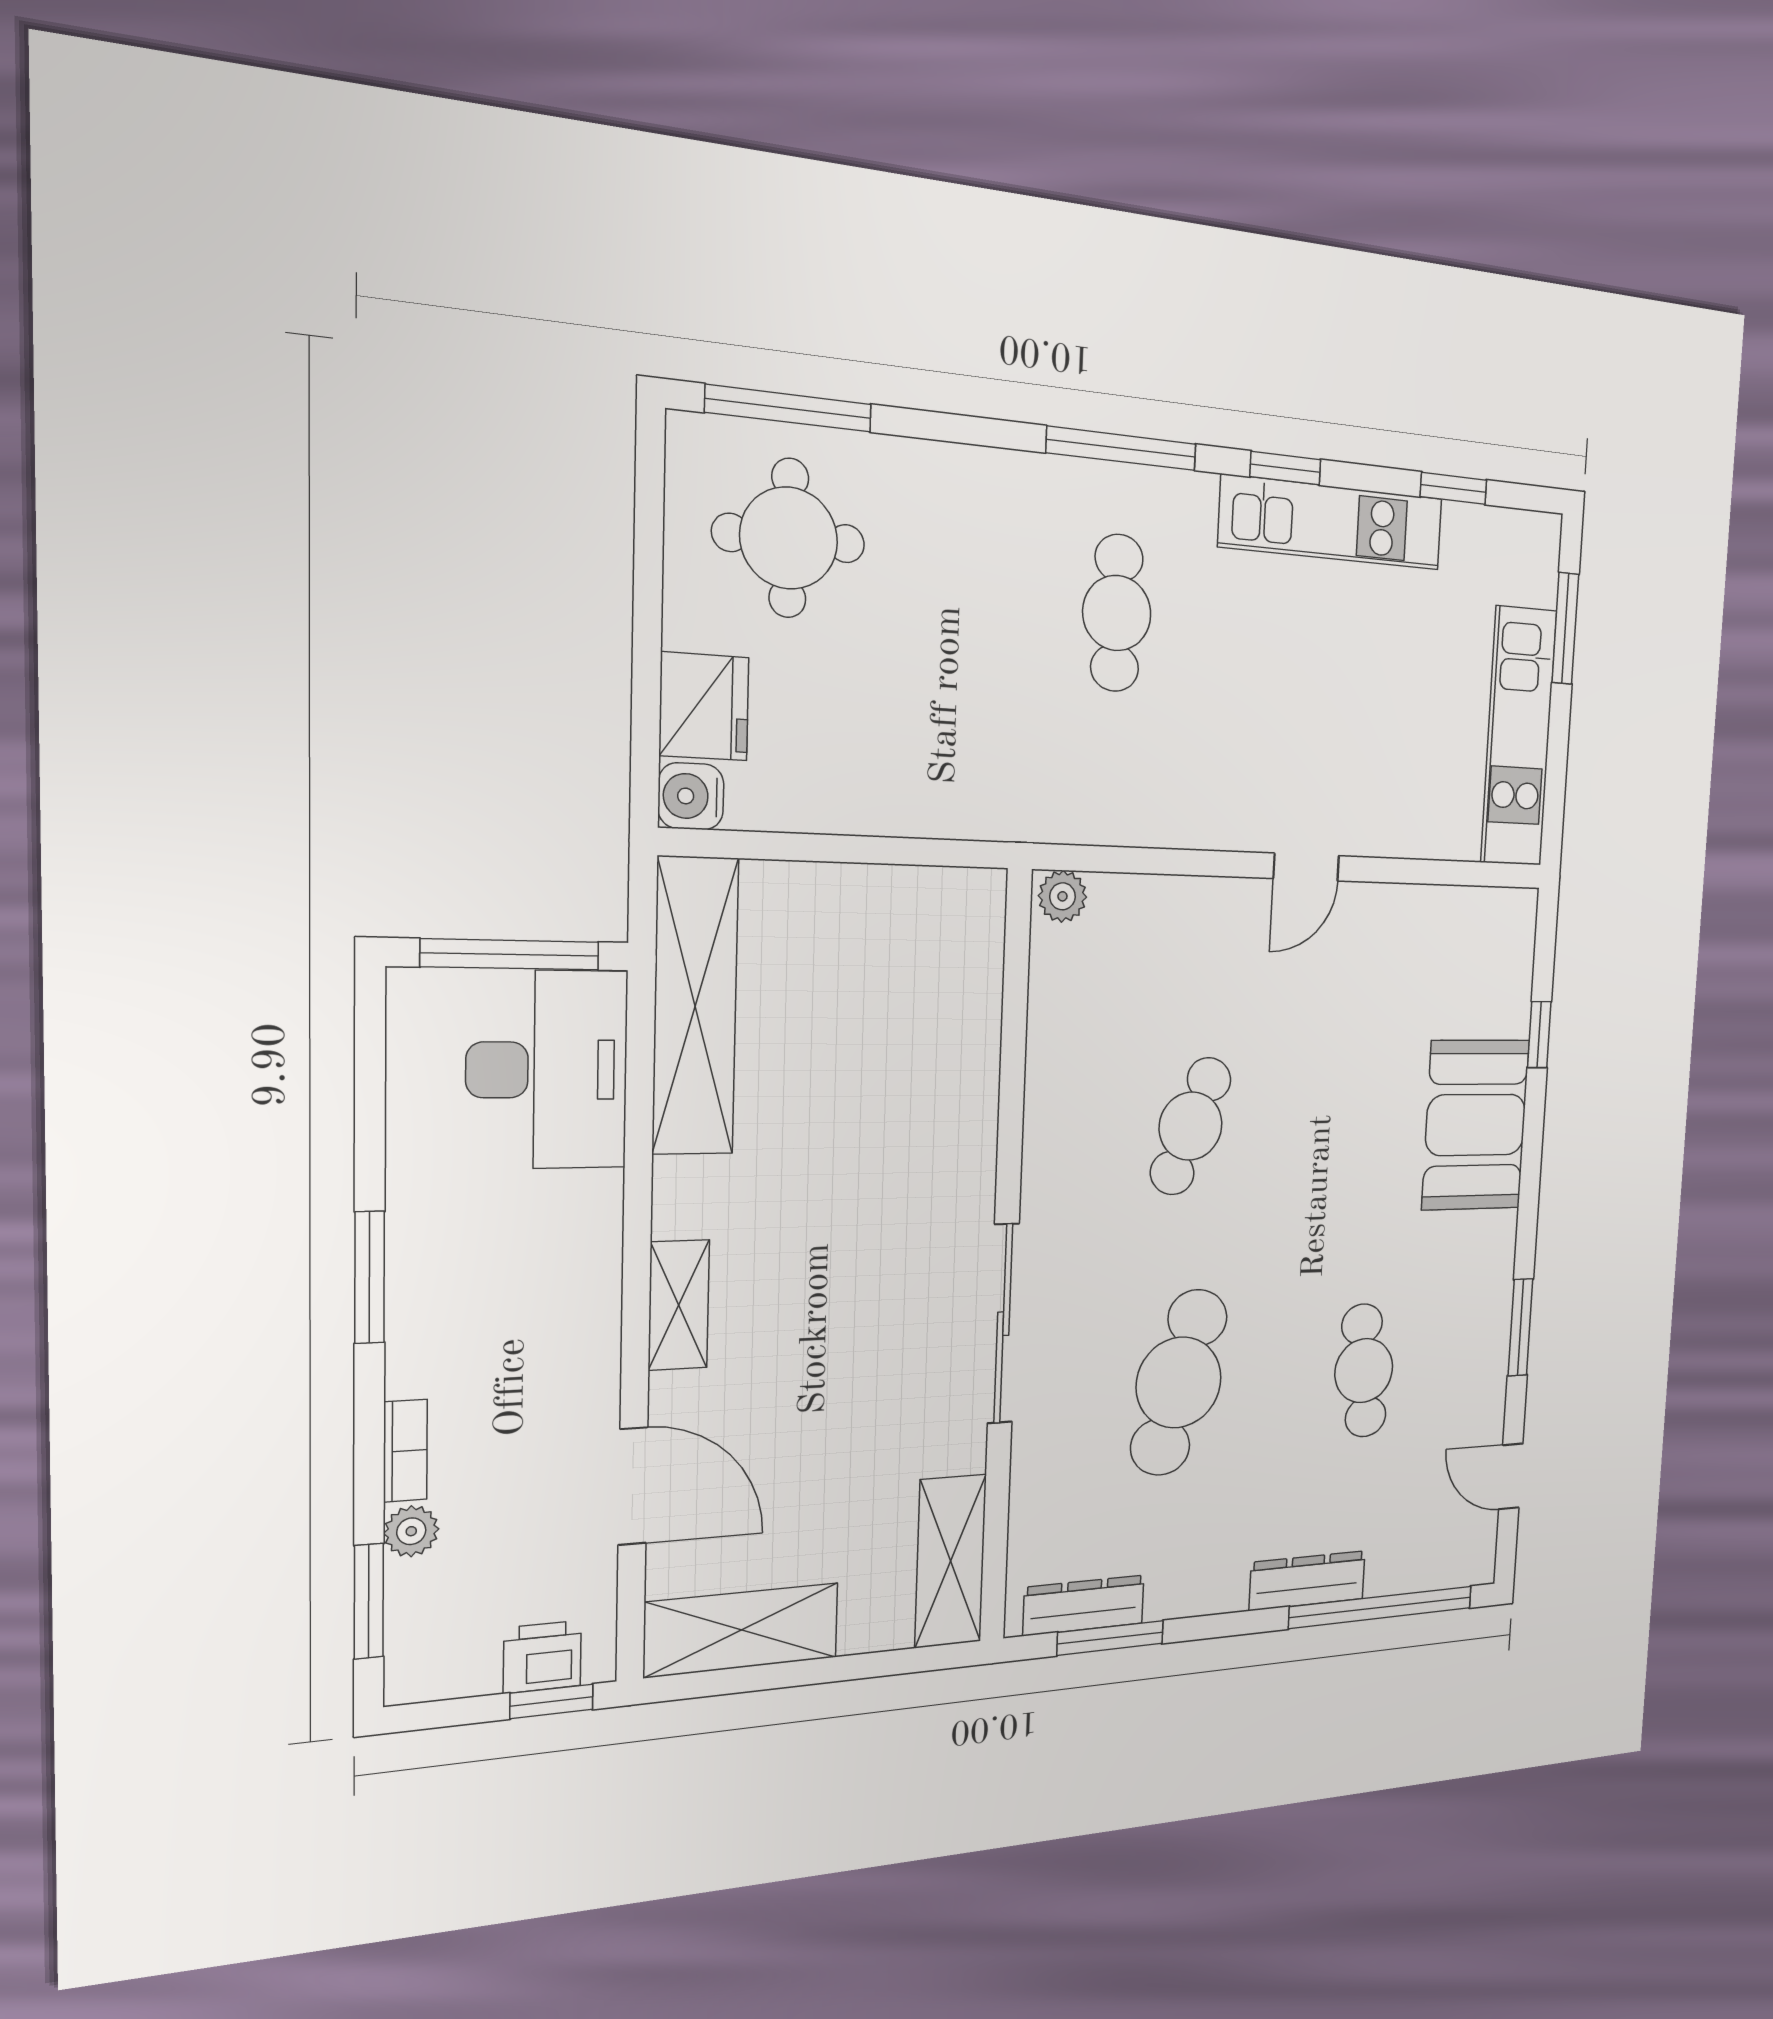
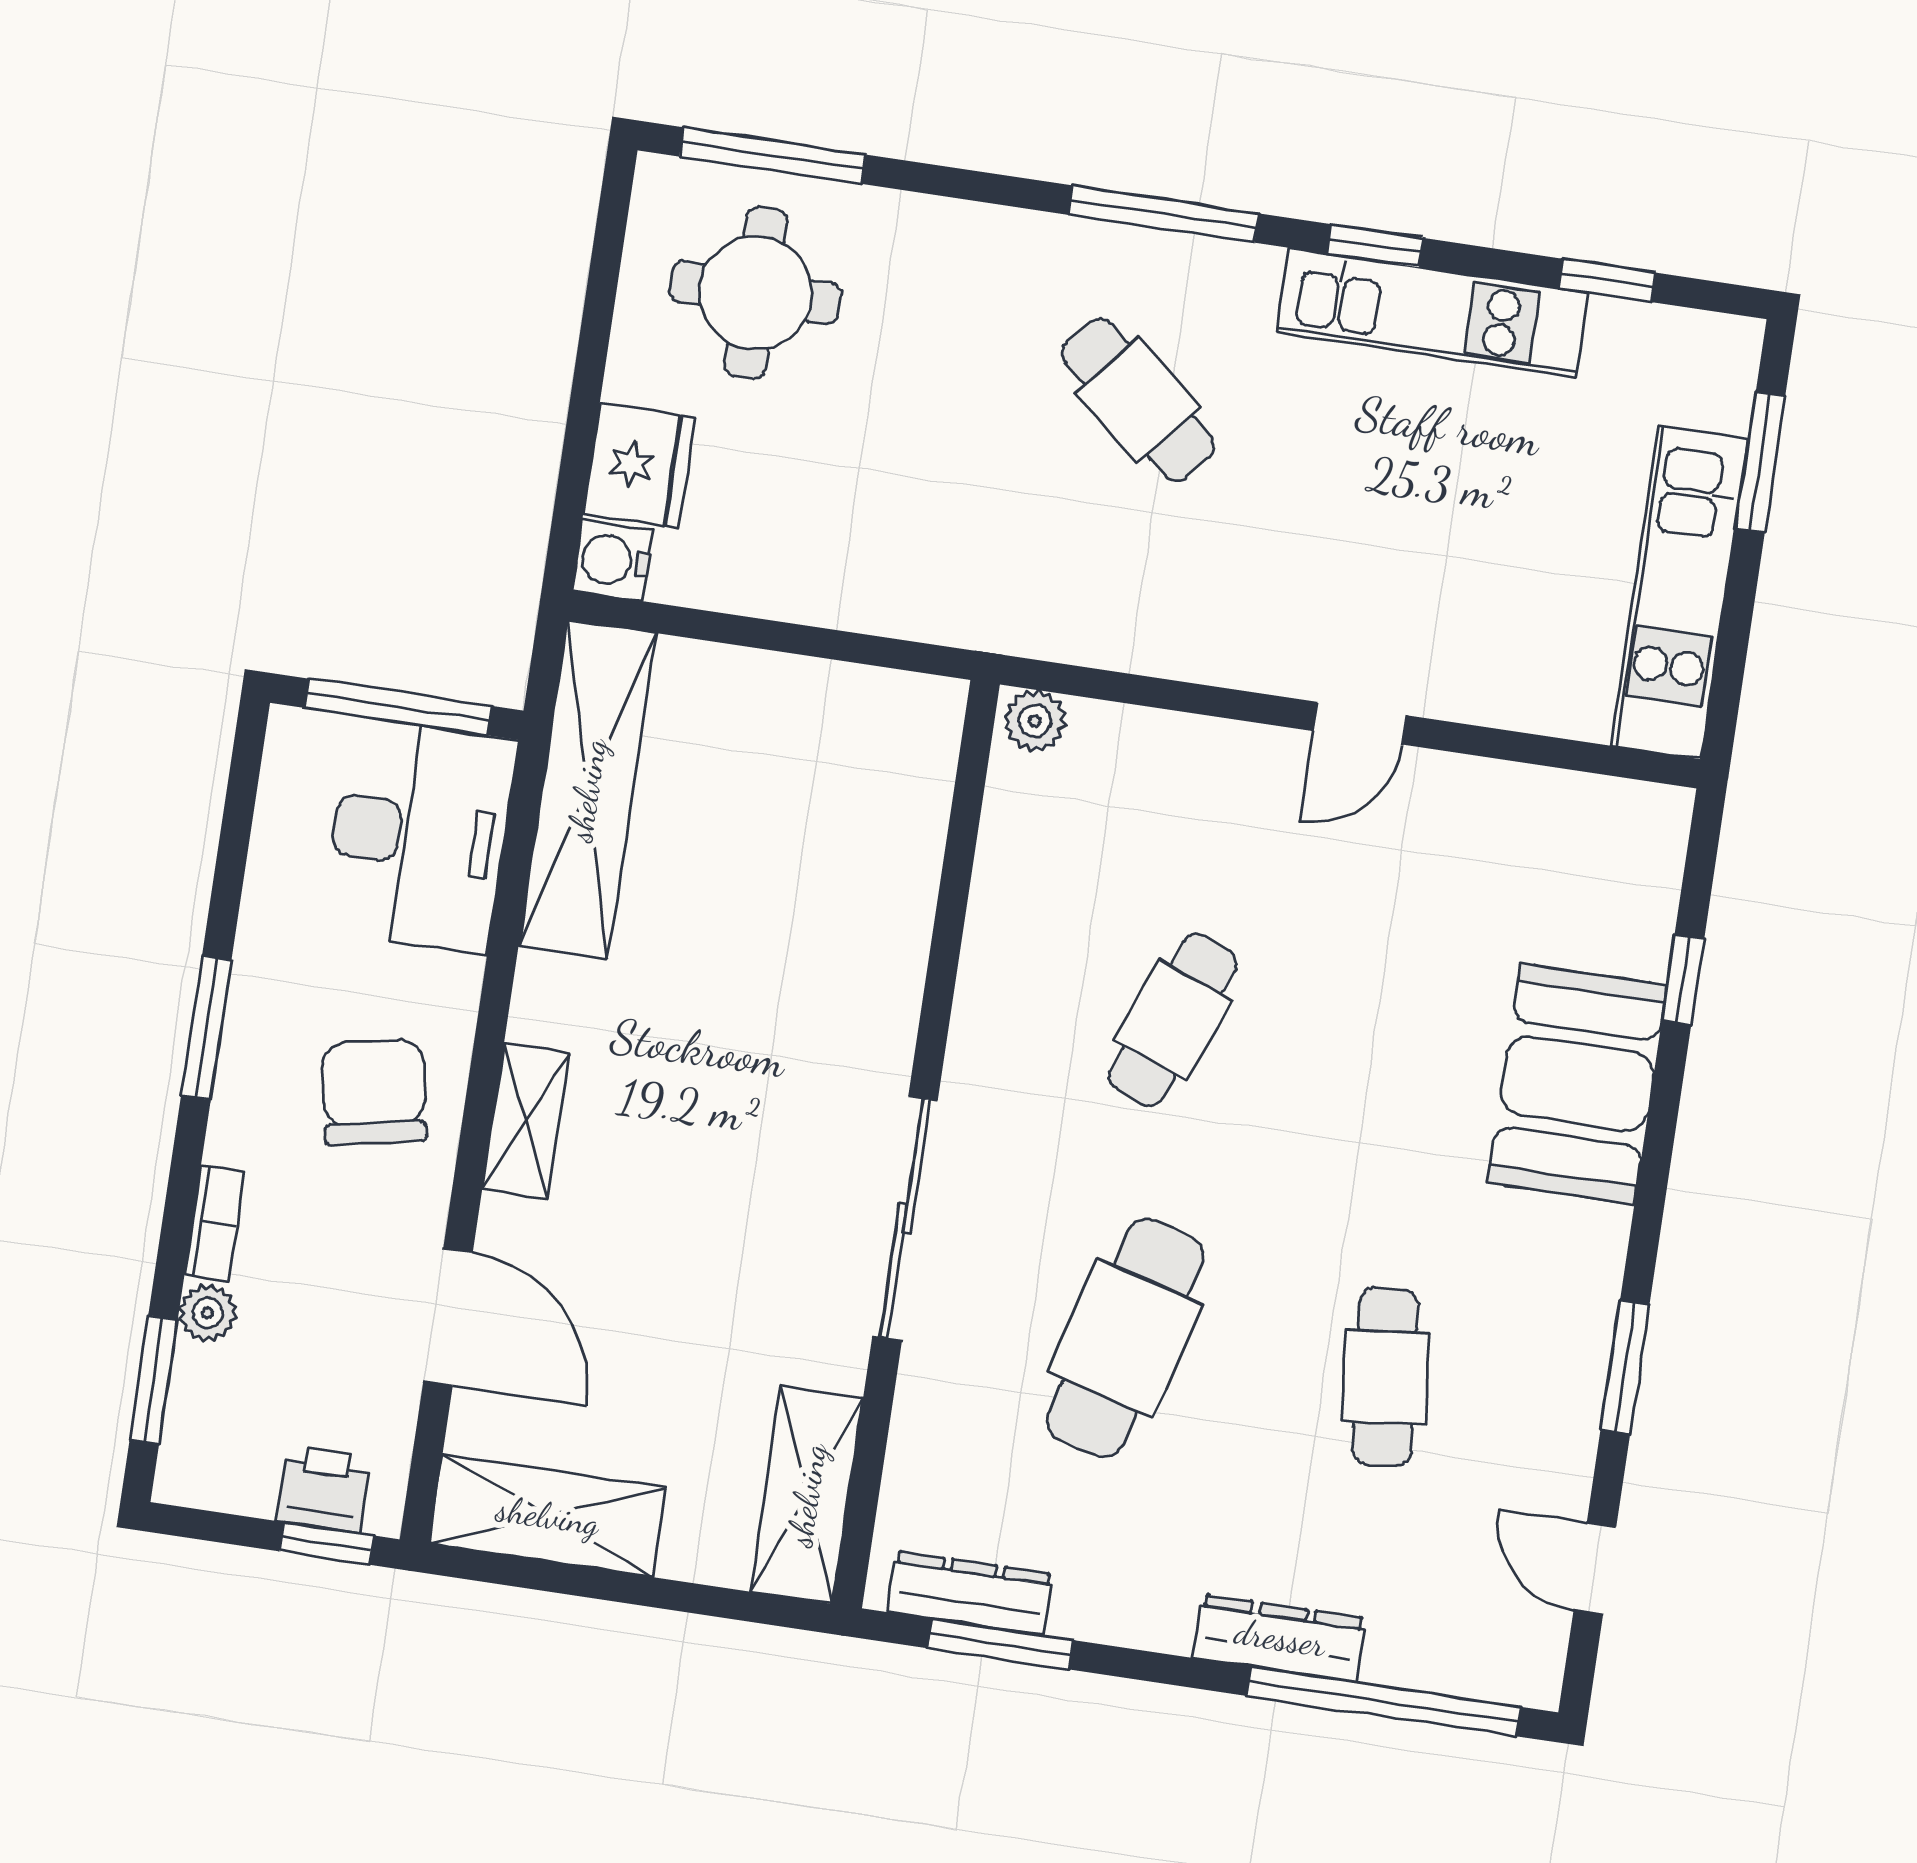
cafe table: (1117, 613) -> (1138, 400), turned -50
chair: (538, 1306) -> (374, 1092), added

